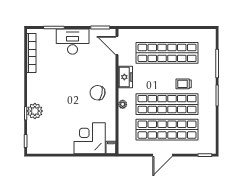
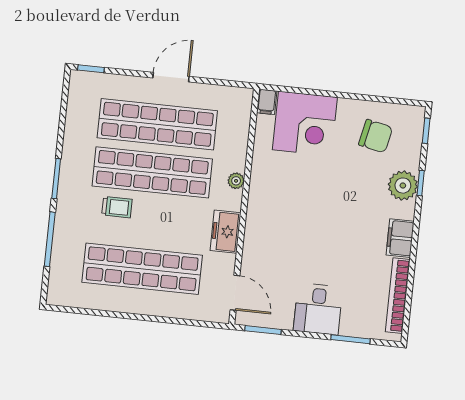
desk: (73, 42) -> (318, 309), width x0.73
filing cabinet: (33, 83) -> (400, 238), added
chair: (98, 93) -> (376, 136), moved

